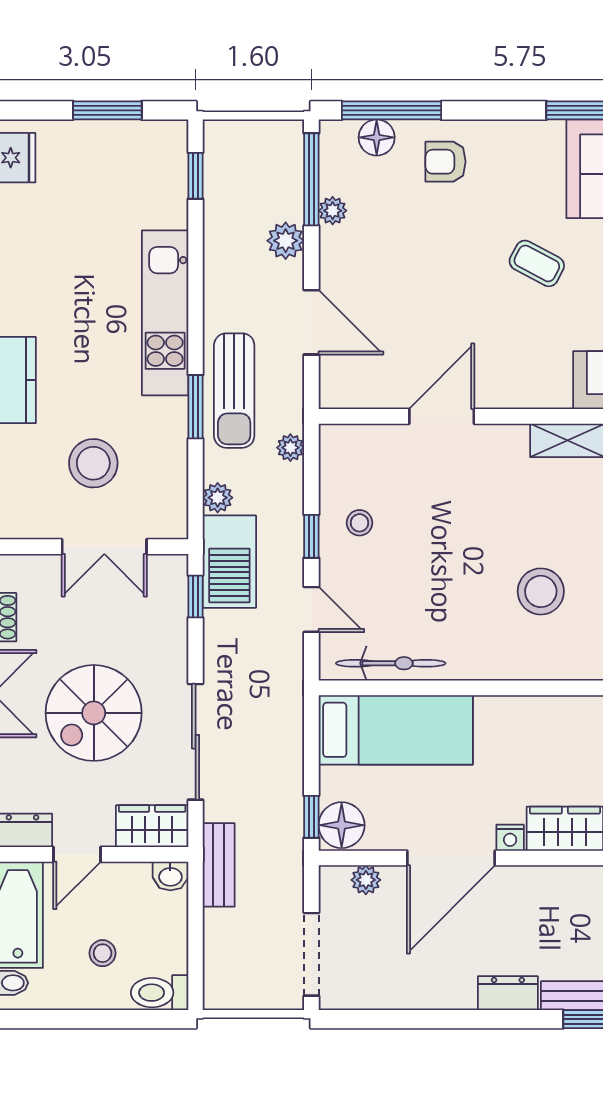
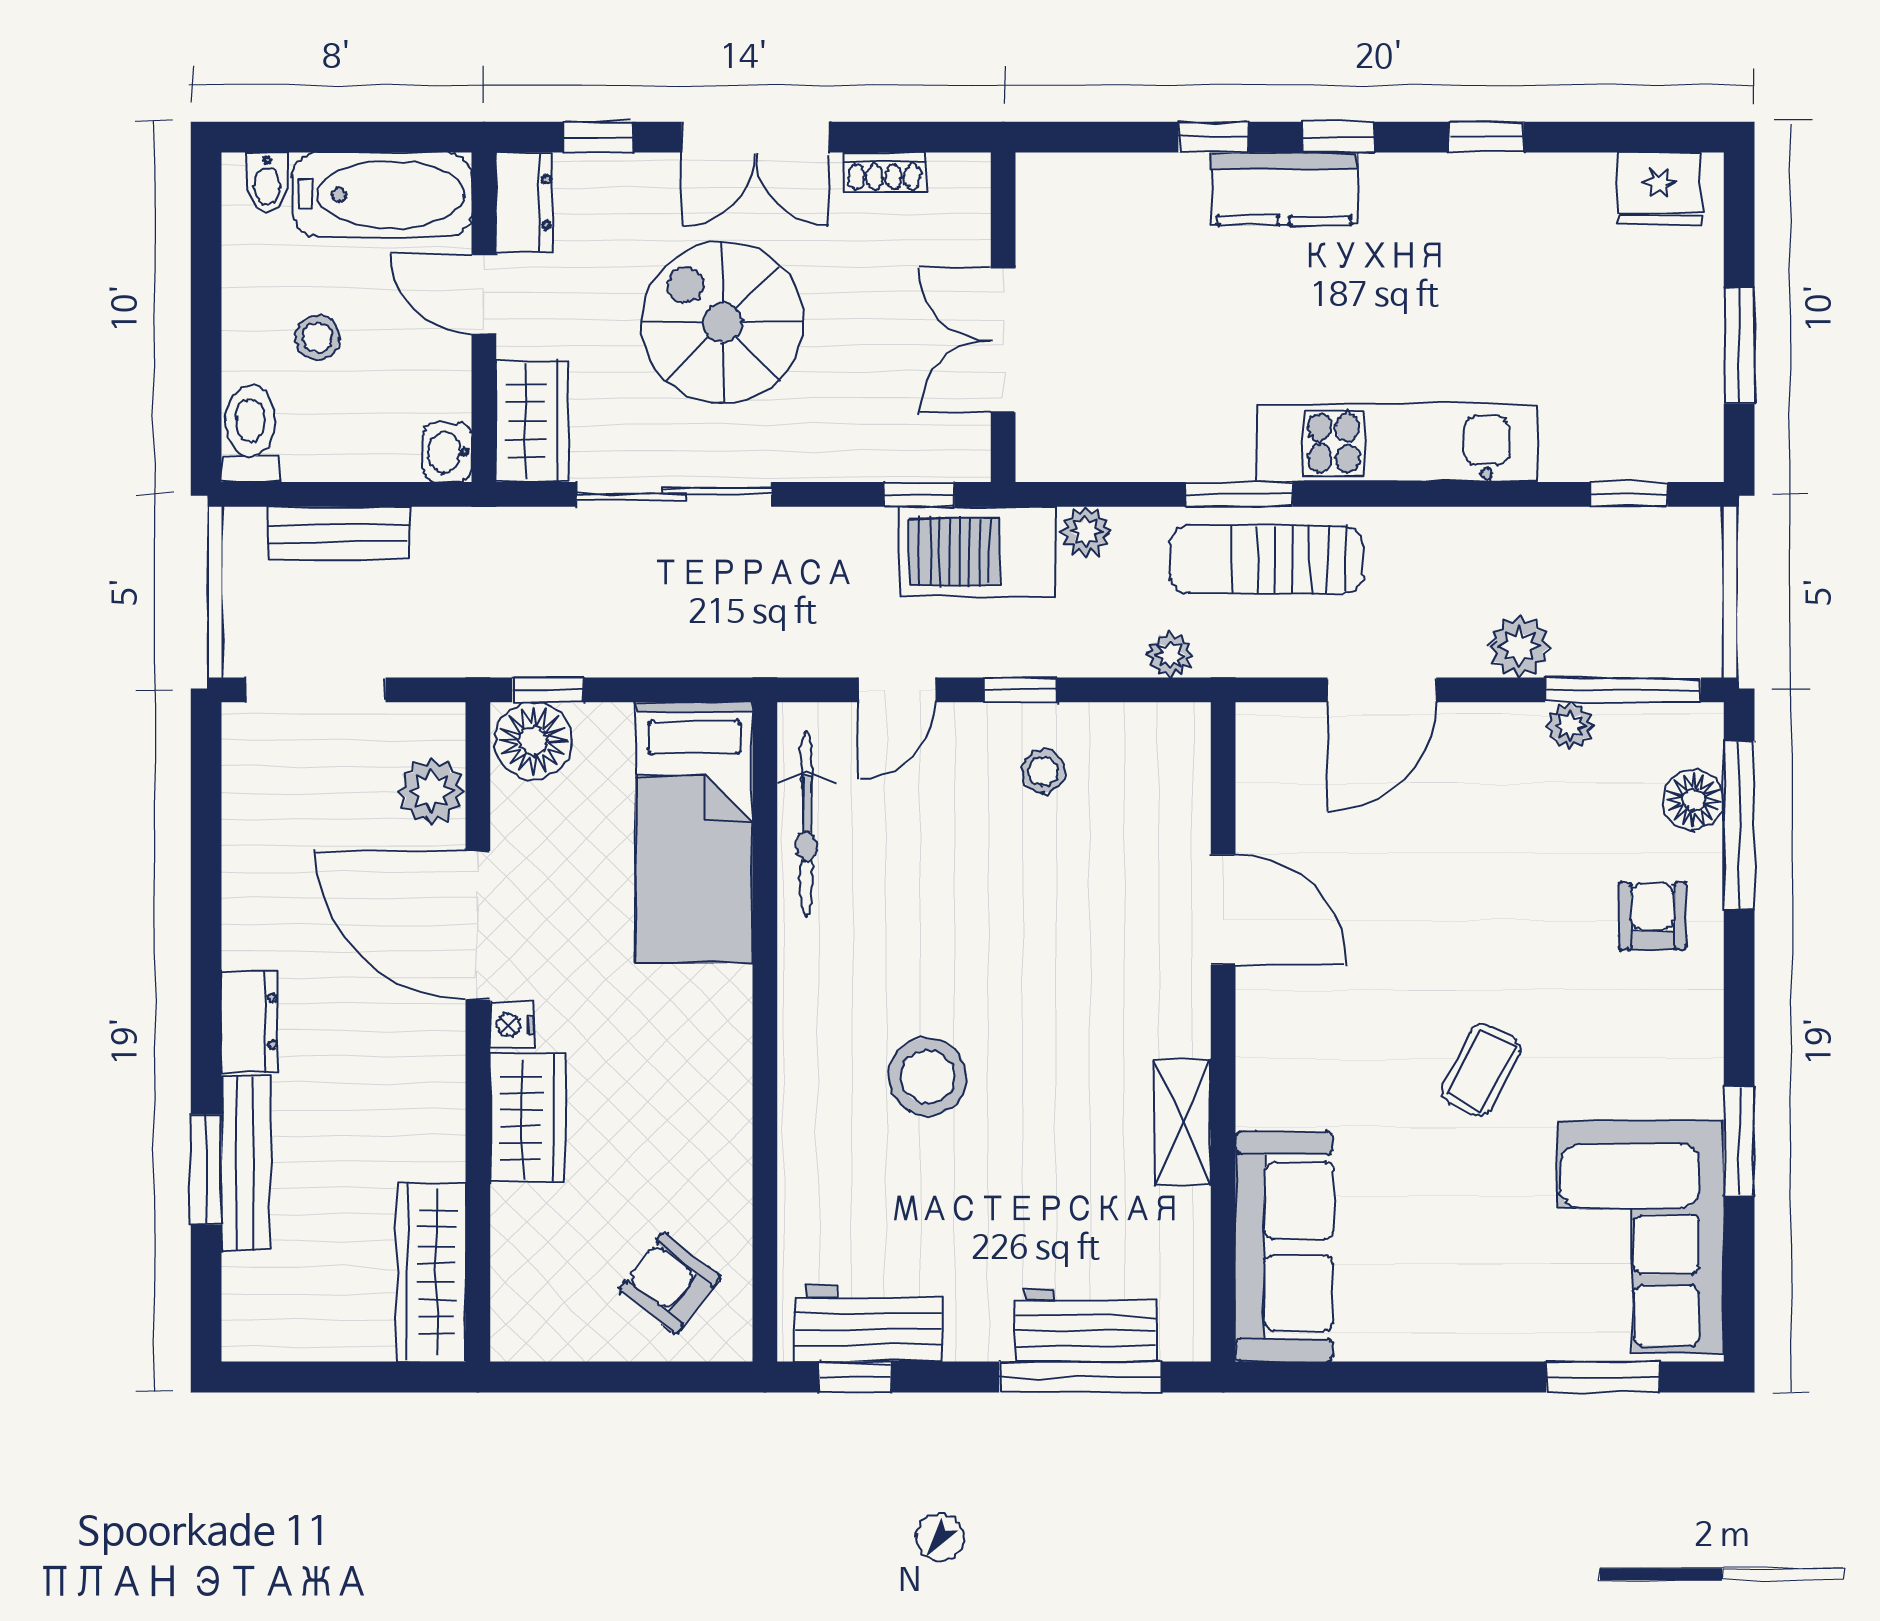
stool: (93, 463) -> (1144, 322), removed
bench: (219, 865) -> (339, 533), moved
plant: (366, 880) -> (432, 791), width x1.38, depth x1.38

